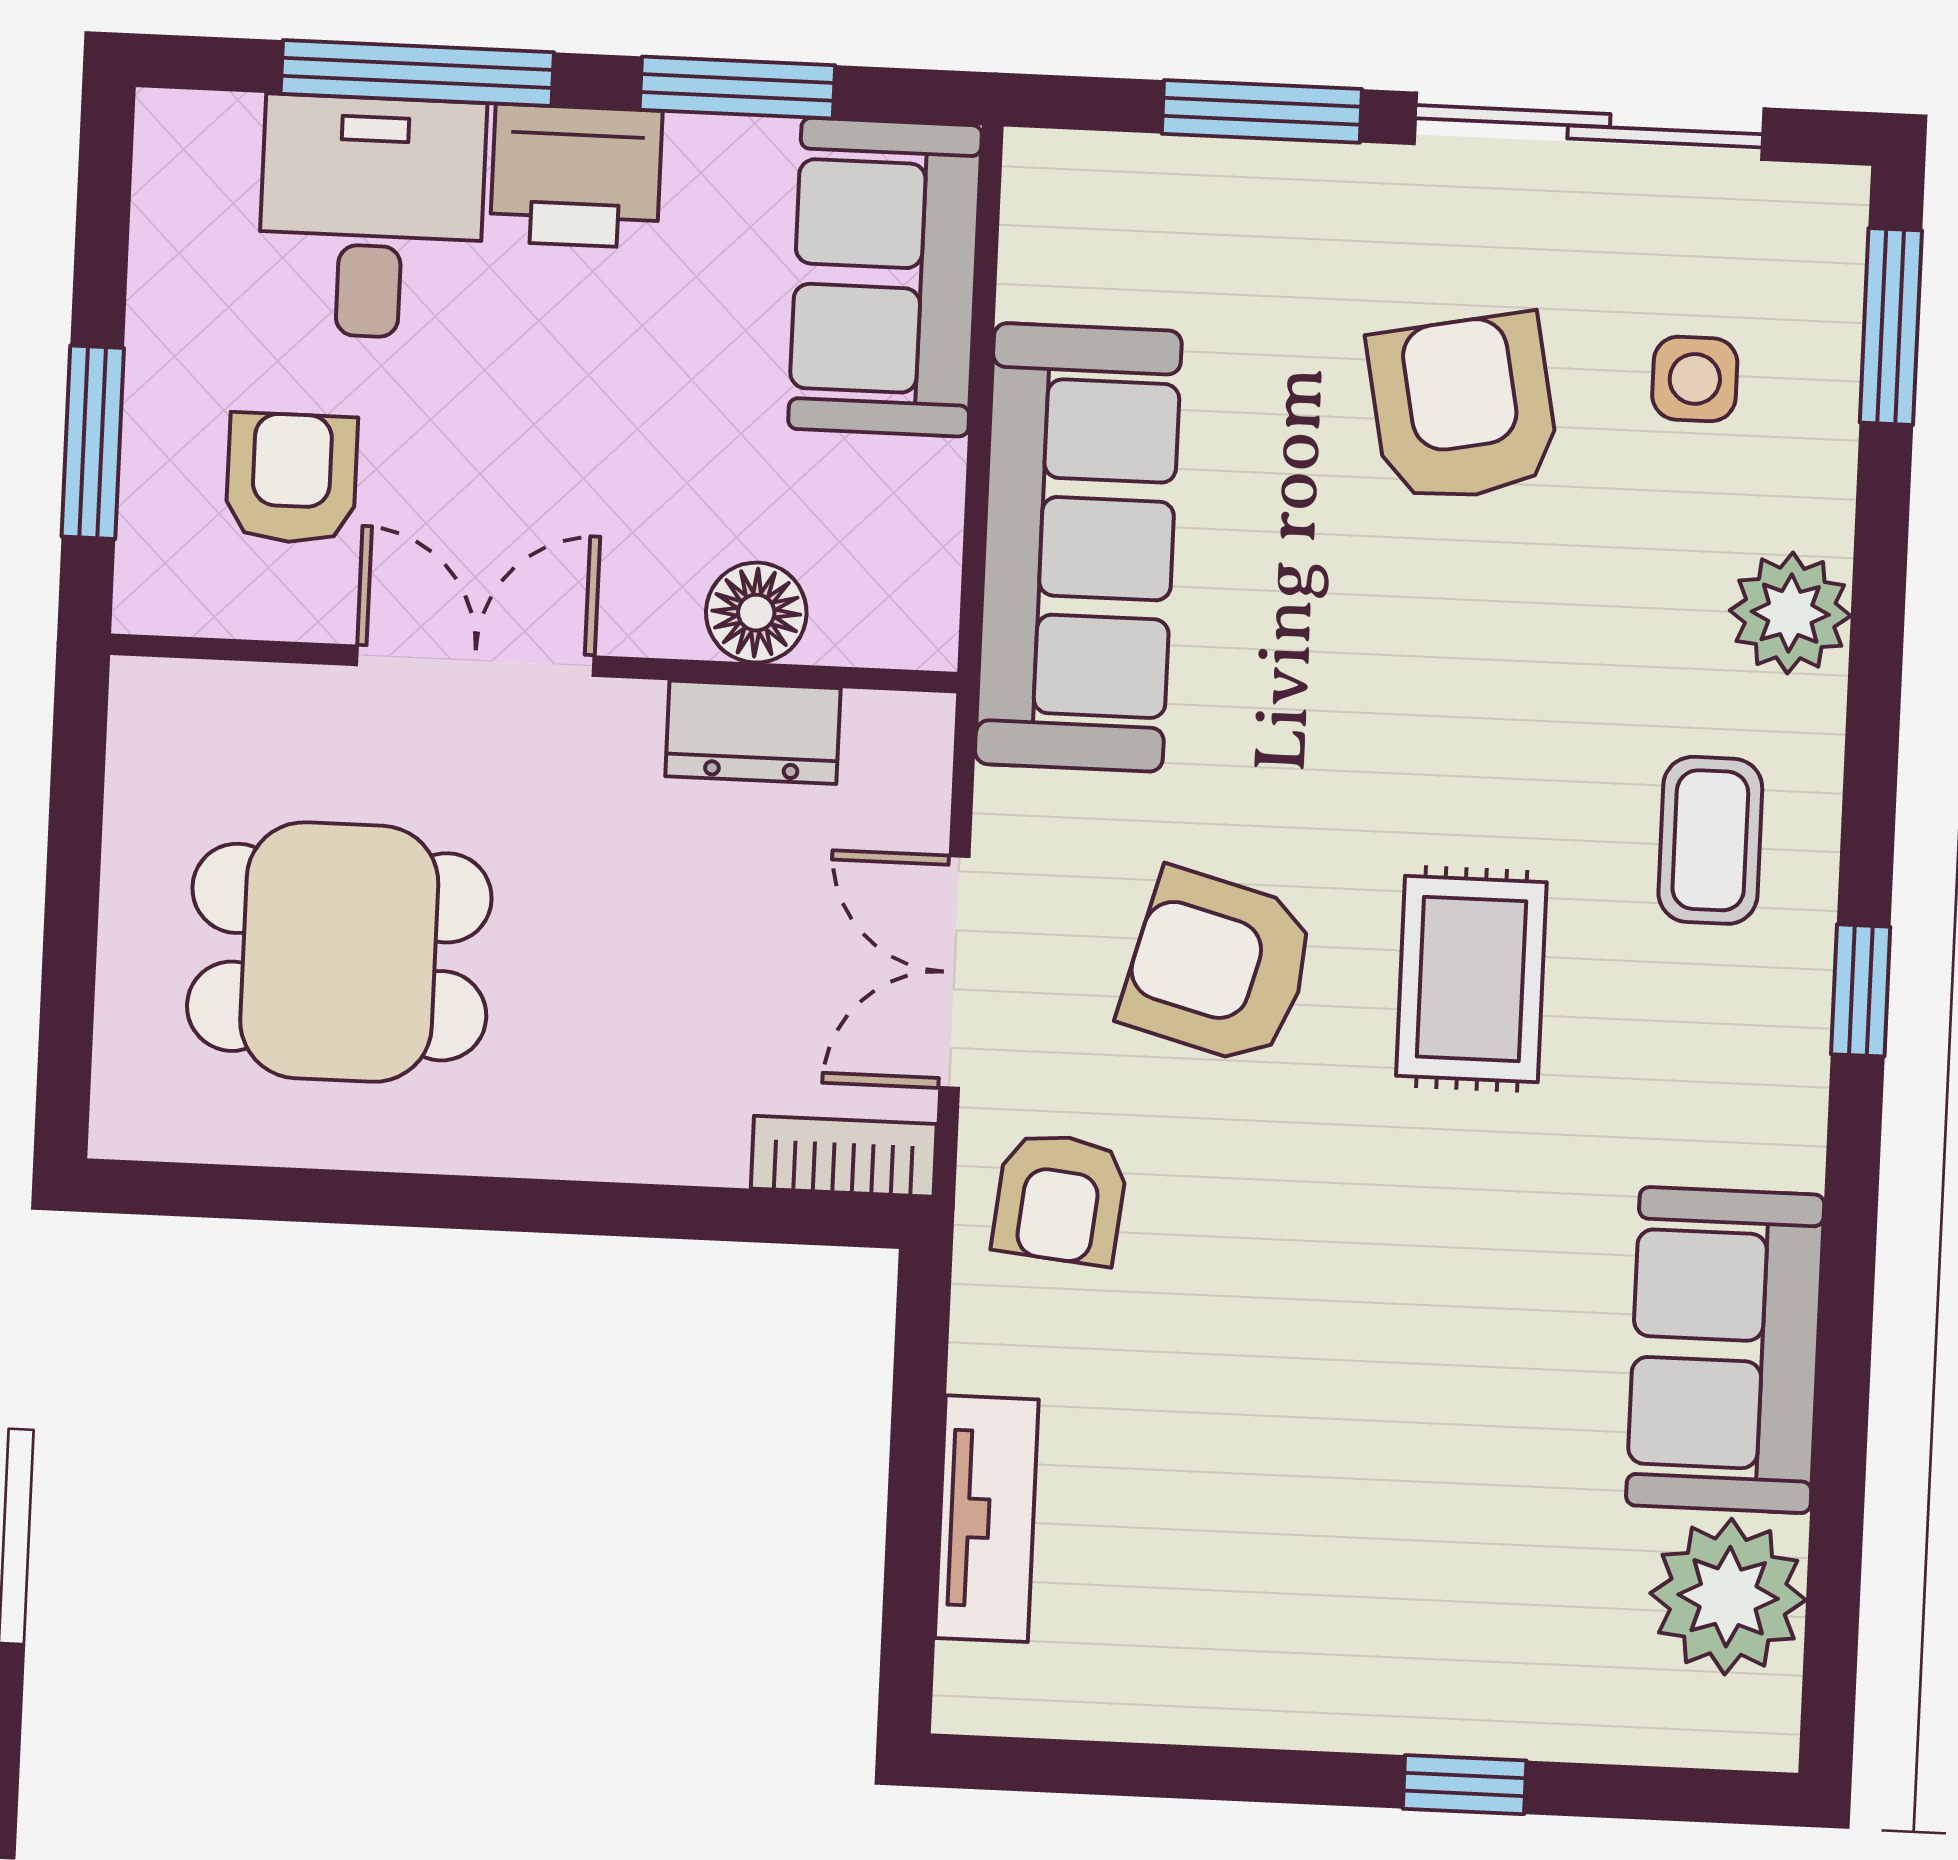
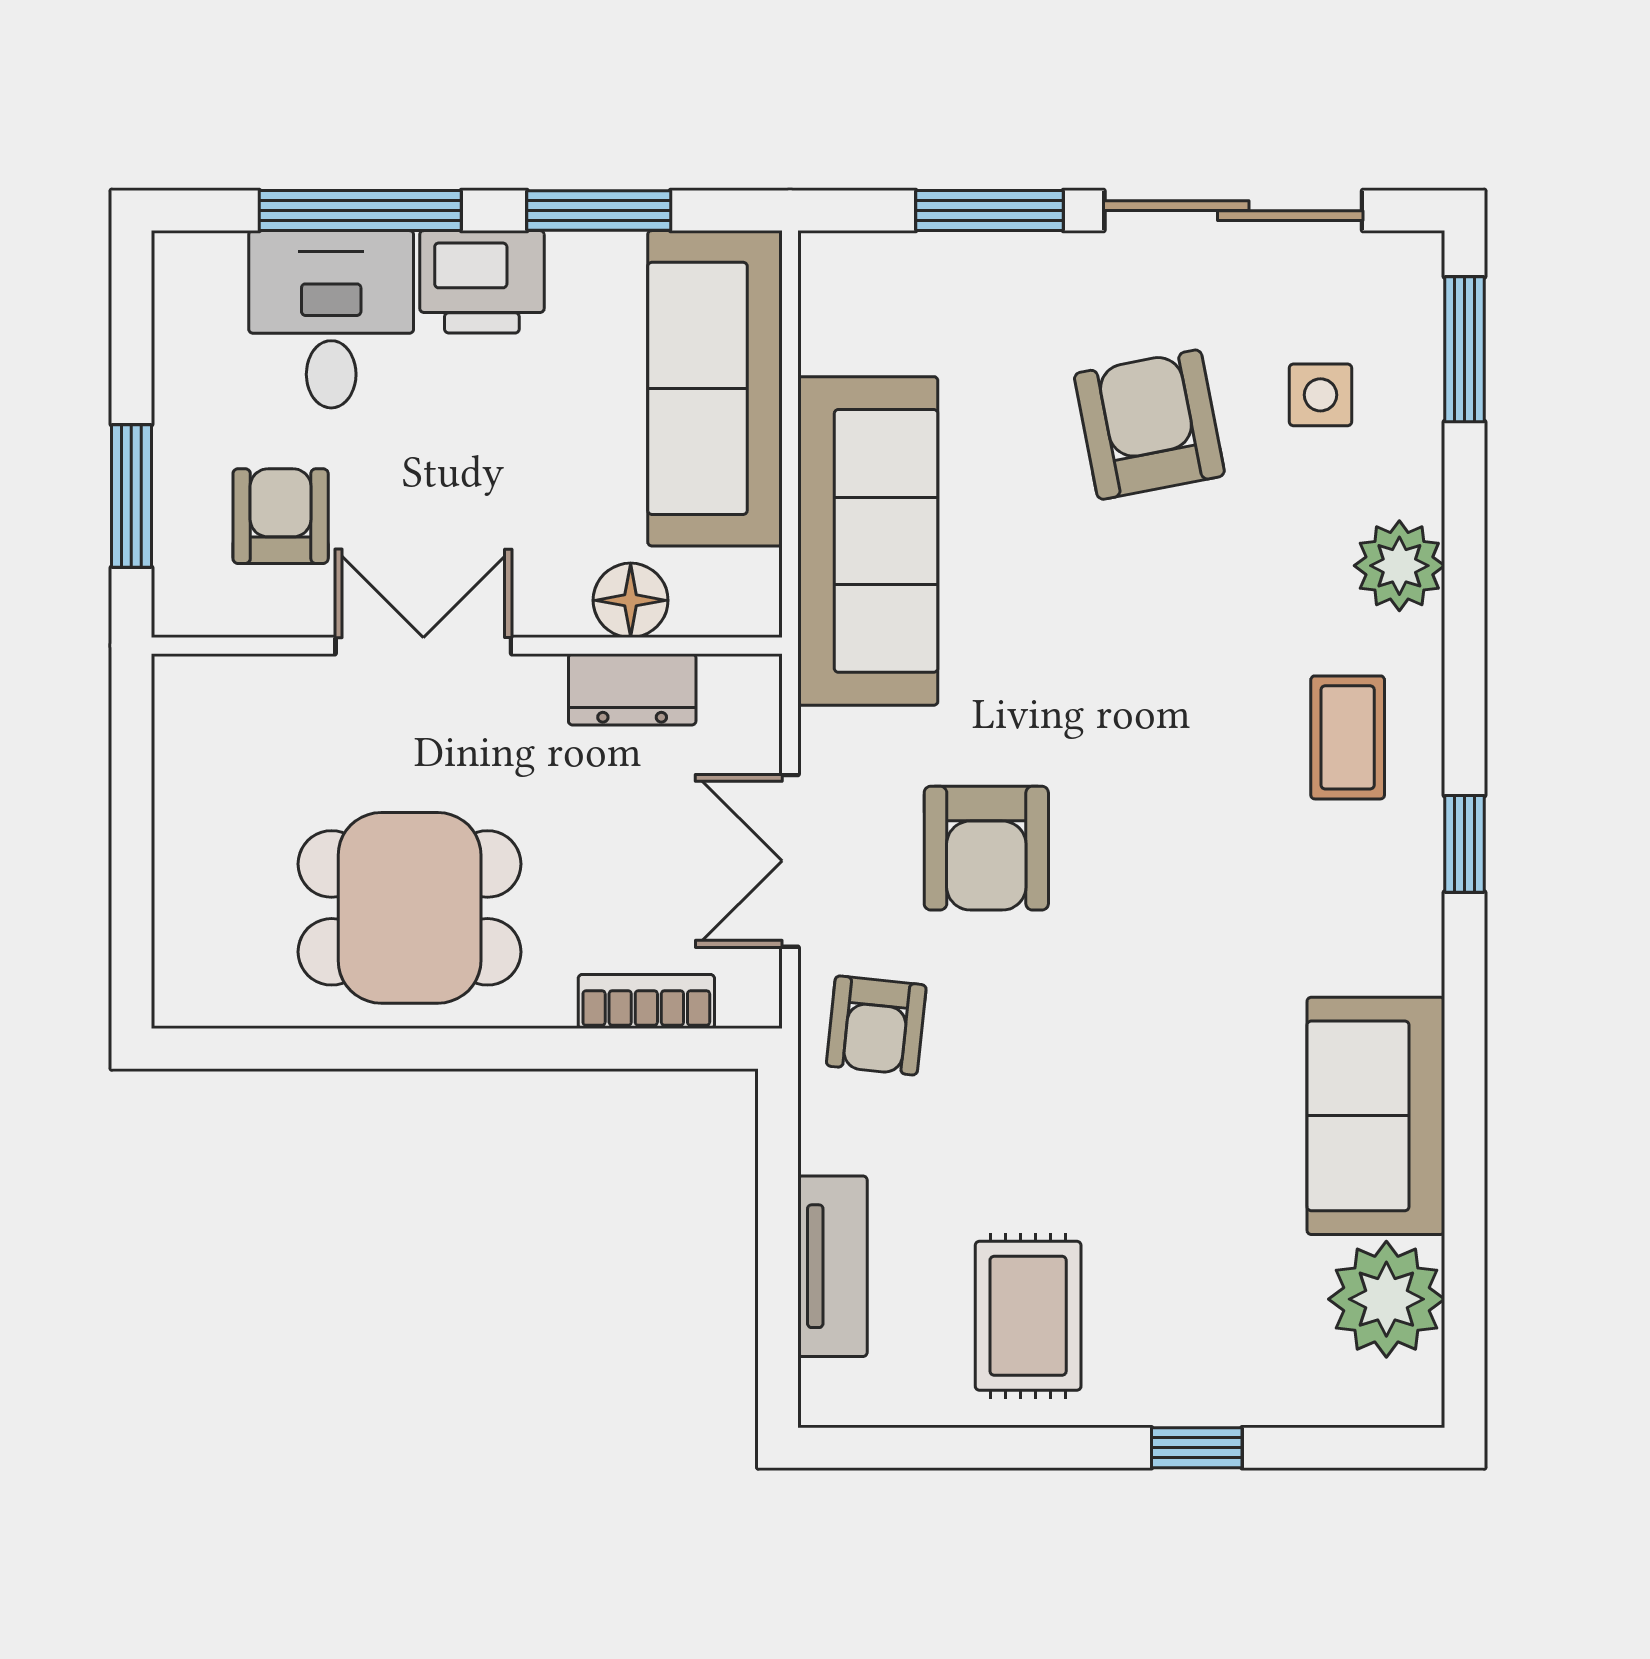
sofa: (885, 277) -> (715, 388), width x1.36
dining table: (339, 952) -> (410, 908), moved
armchair: (1219, 967) -> (986, 848), turned -105
rug: (1471, 979) -> (1028, 1316), moved
bookcase: (844, 1156) -> (646, 1001), moved

